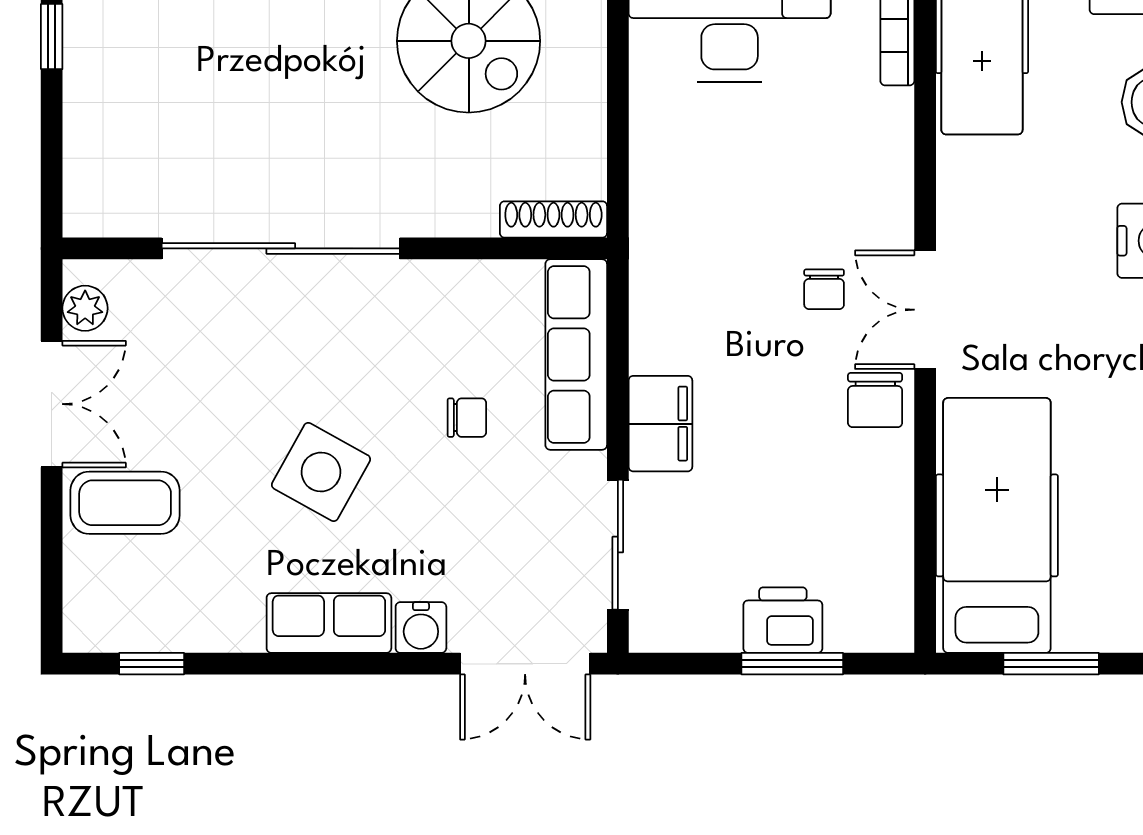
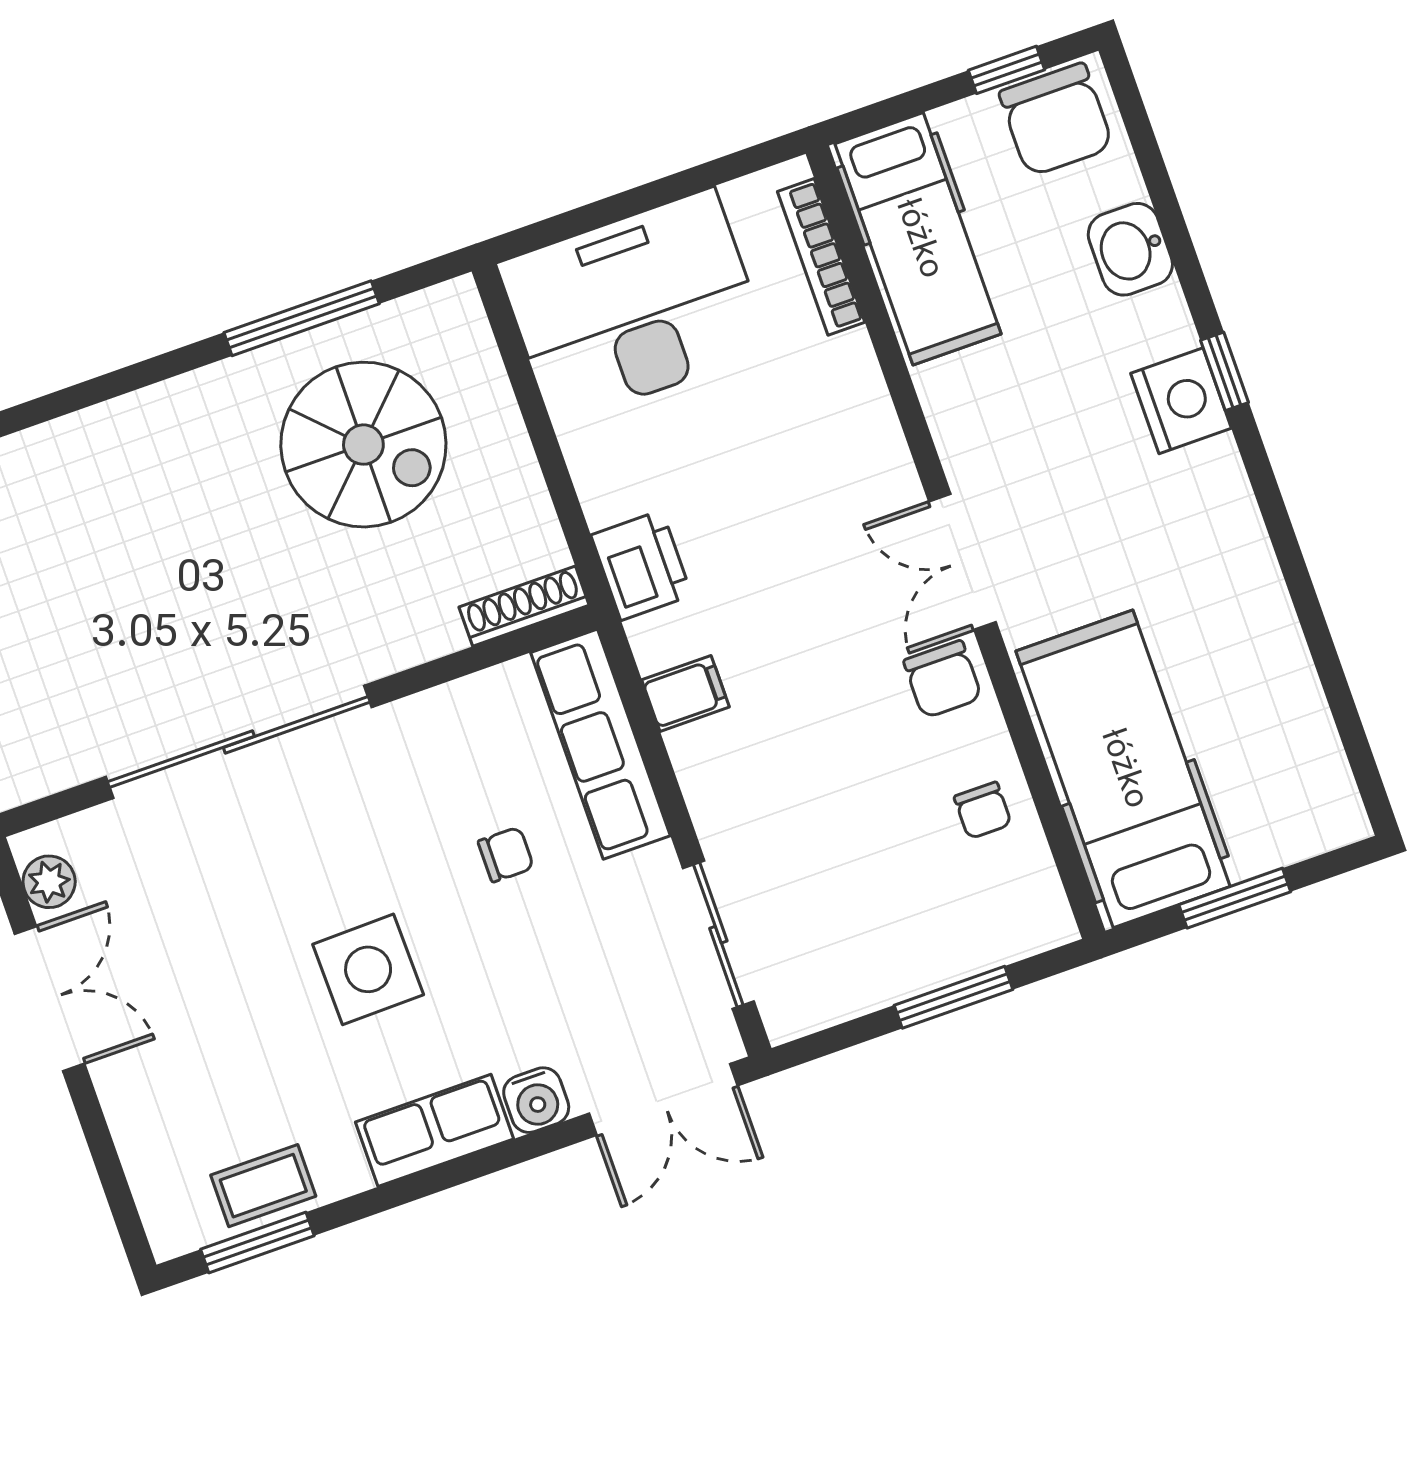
chair: (824, 289) -> (983, 810), moved
filing cabinet: (660, 424) -> (685, 693), moved, width x0.50
side table: (321, 472) -> (368, 969), turned -30
coffee table: (125, 503) -> (263, 1186), moved, width x0.73, depth x0.77
printer: (783, 620) -> (641, 565), moved, turned 90
window: (152, 664) -> (257, 1242), width x1.50

